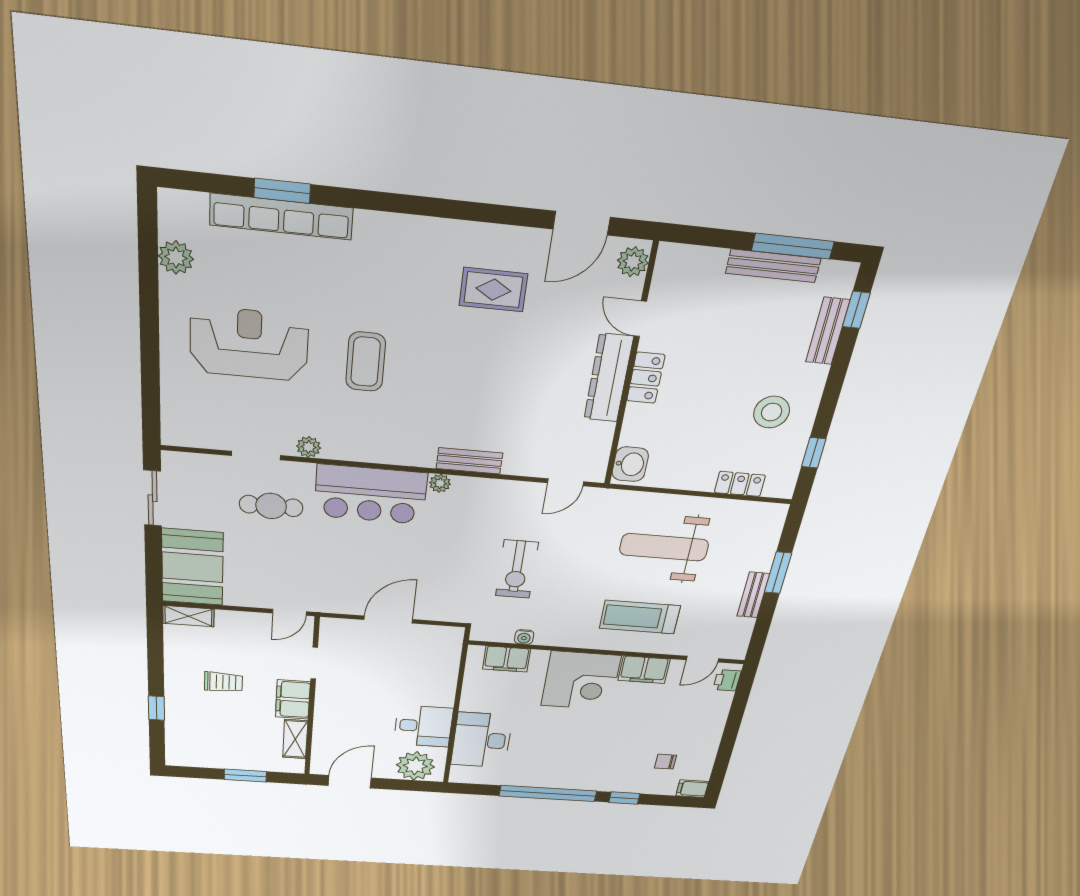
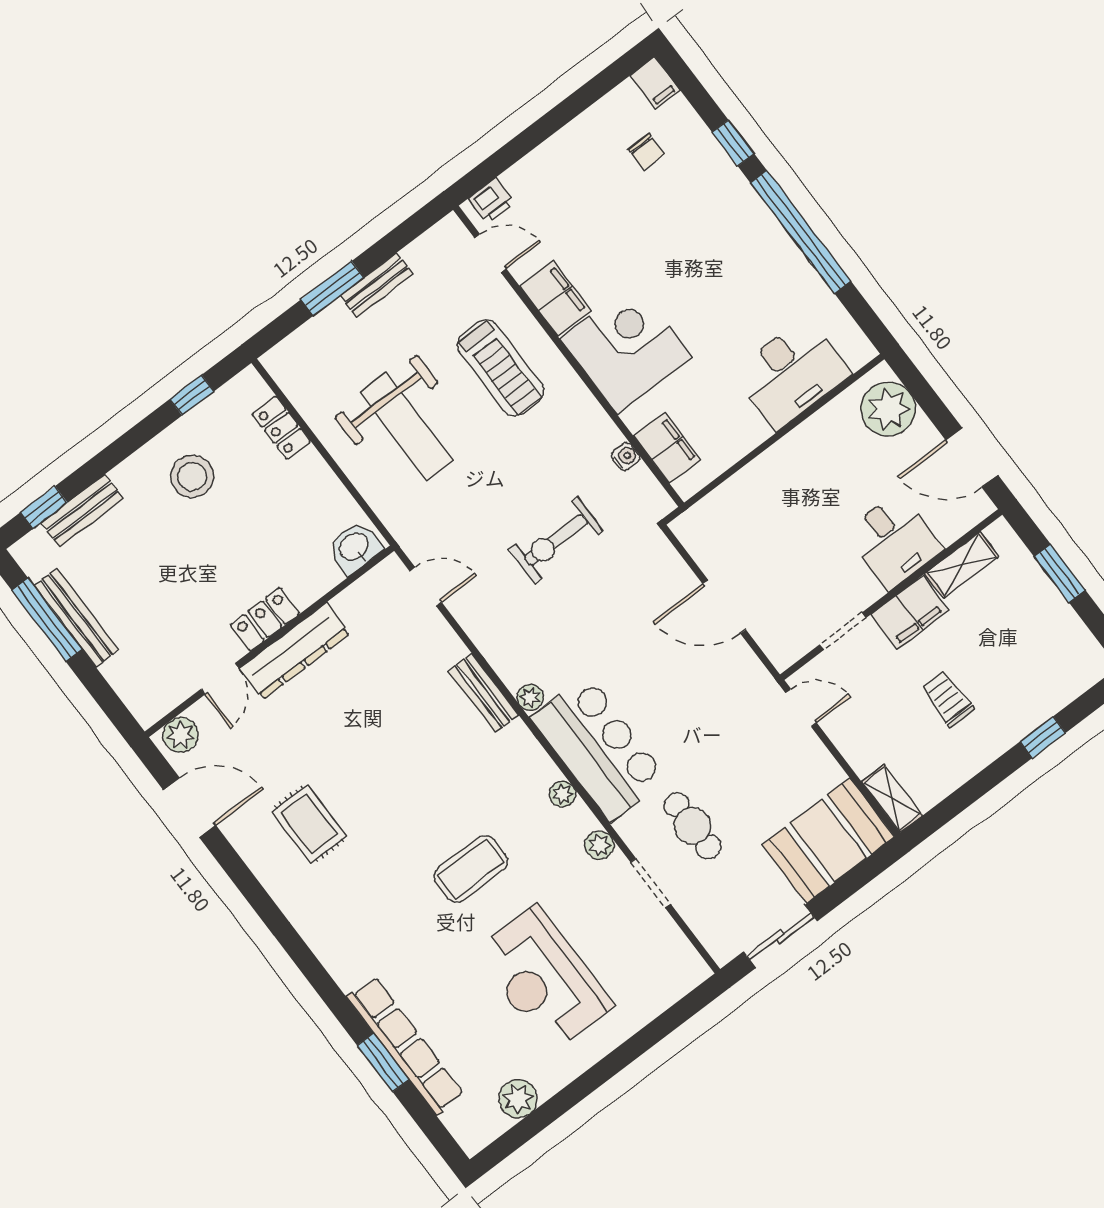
plant: (362, 453) -> (562, 794), added
exercise bike: (517, 569) -> (556, 540), turned 180
desk: (423, 726) -> (894, 541), moved, turned 180

